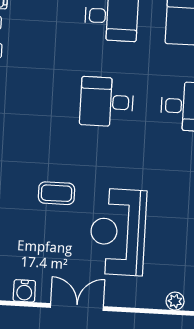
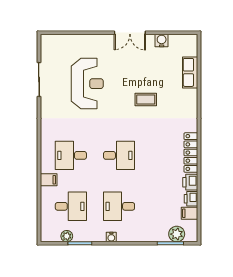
reception desk: (118, 232) -> (87, 84), moved
plant: (175, 301) -> (72, 39), removed

